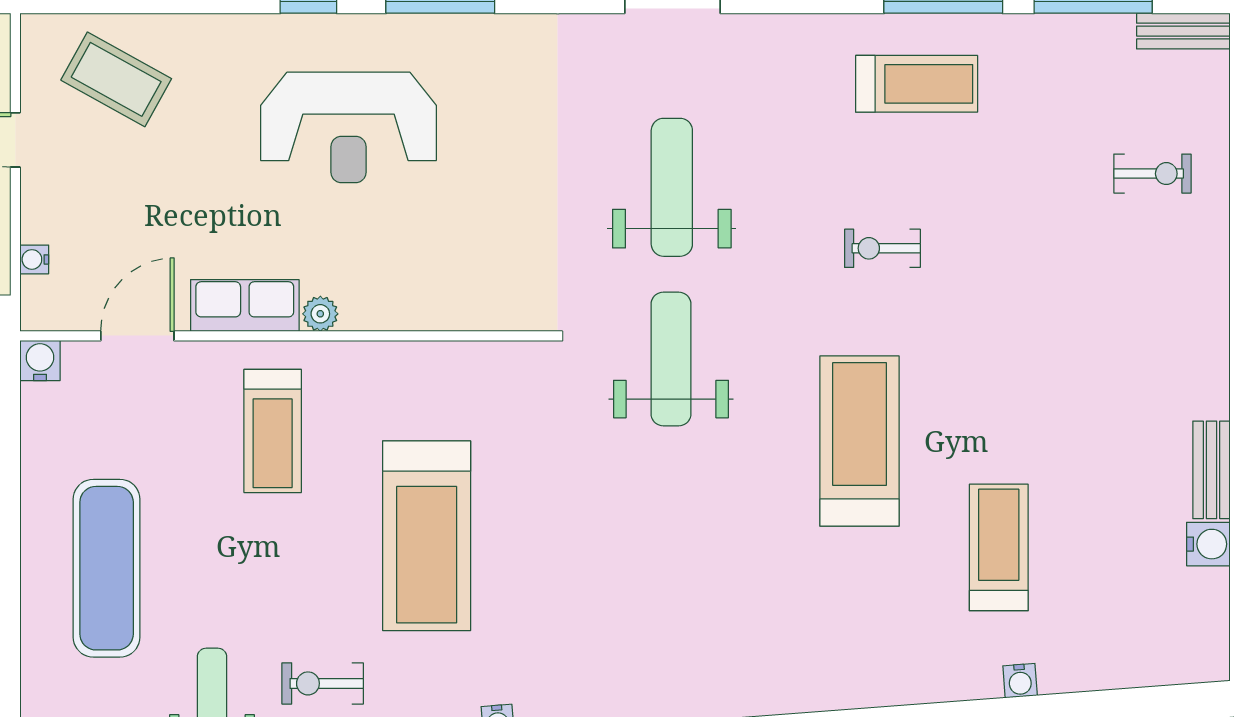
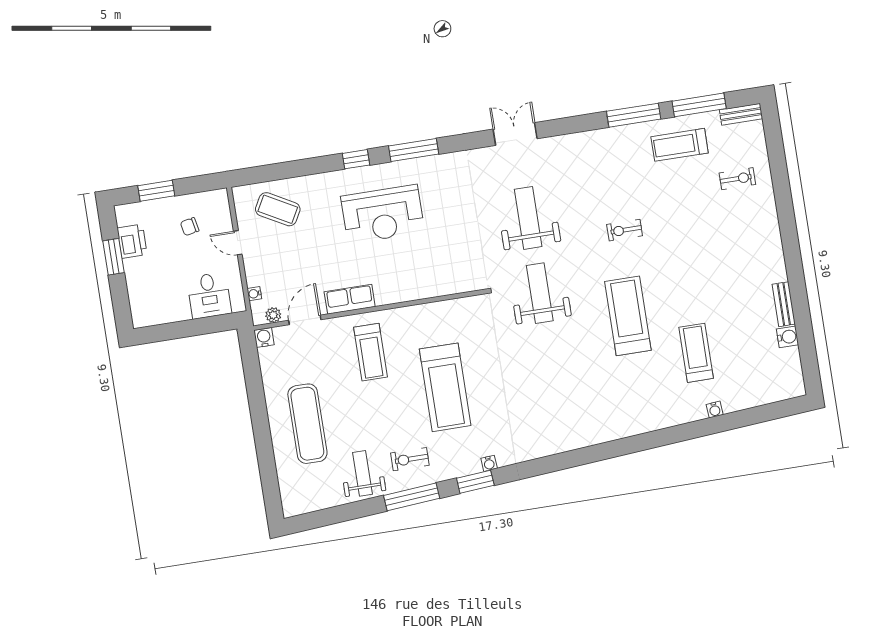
treadmill: (917, 84) -> (680, 145), moved, turned 180
plant: (320, 314) -> (273, 315), moved

